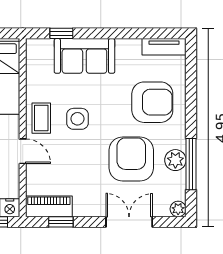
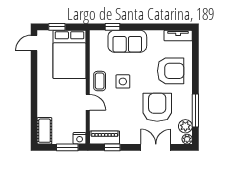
plant: (175, 160) -> (185, 126), moved

